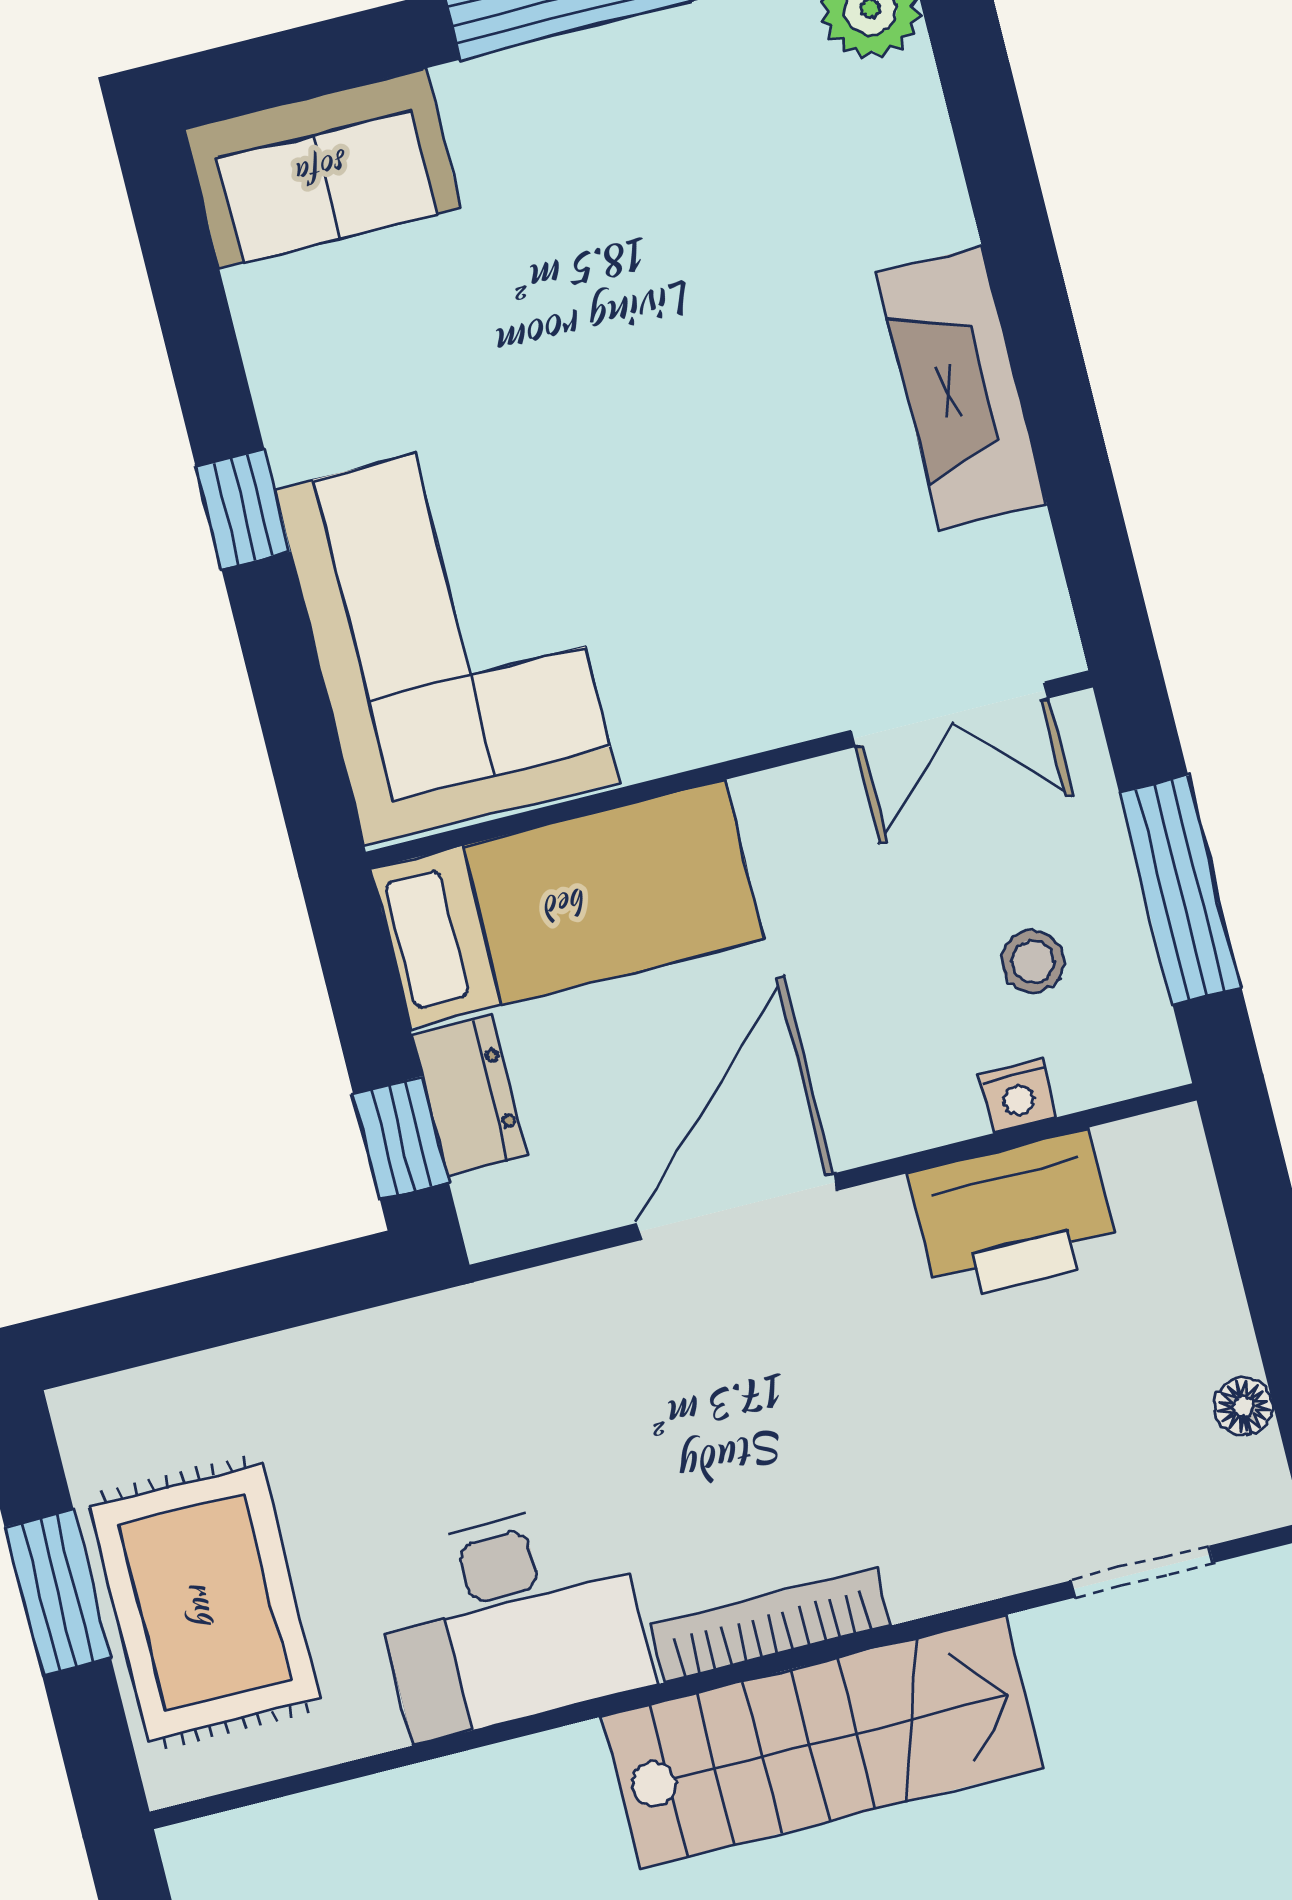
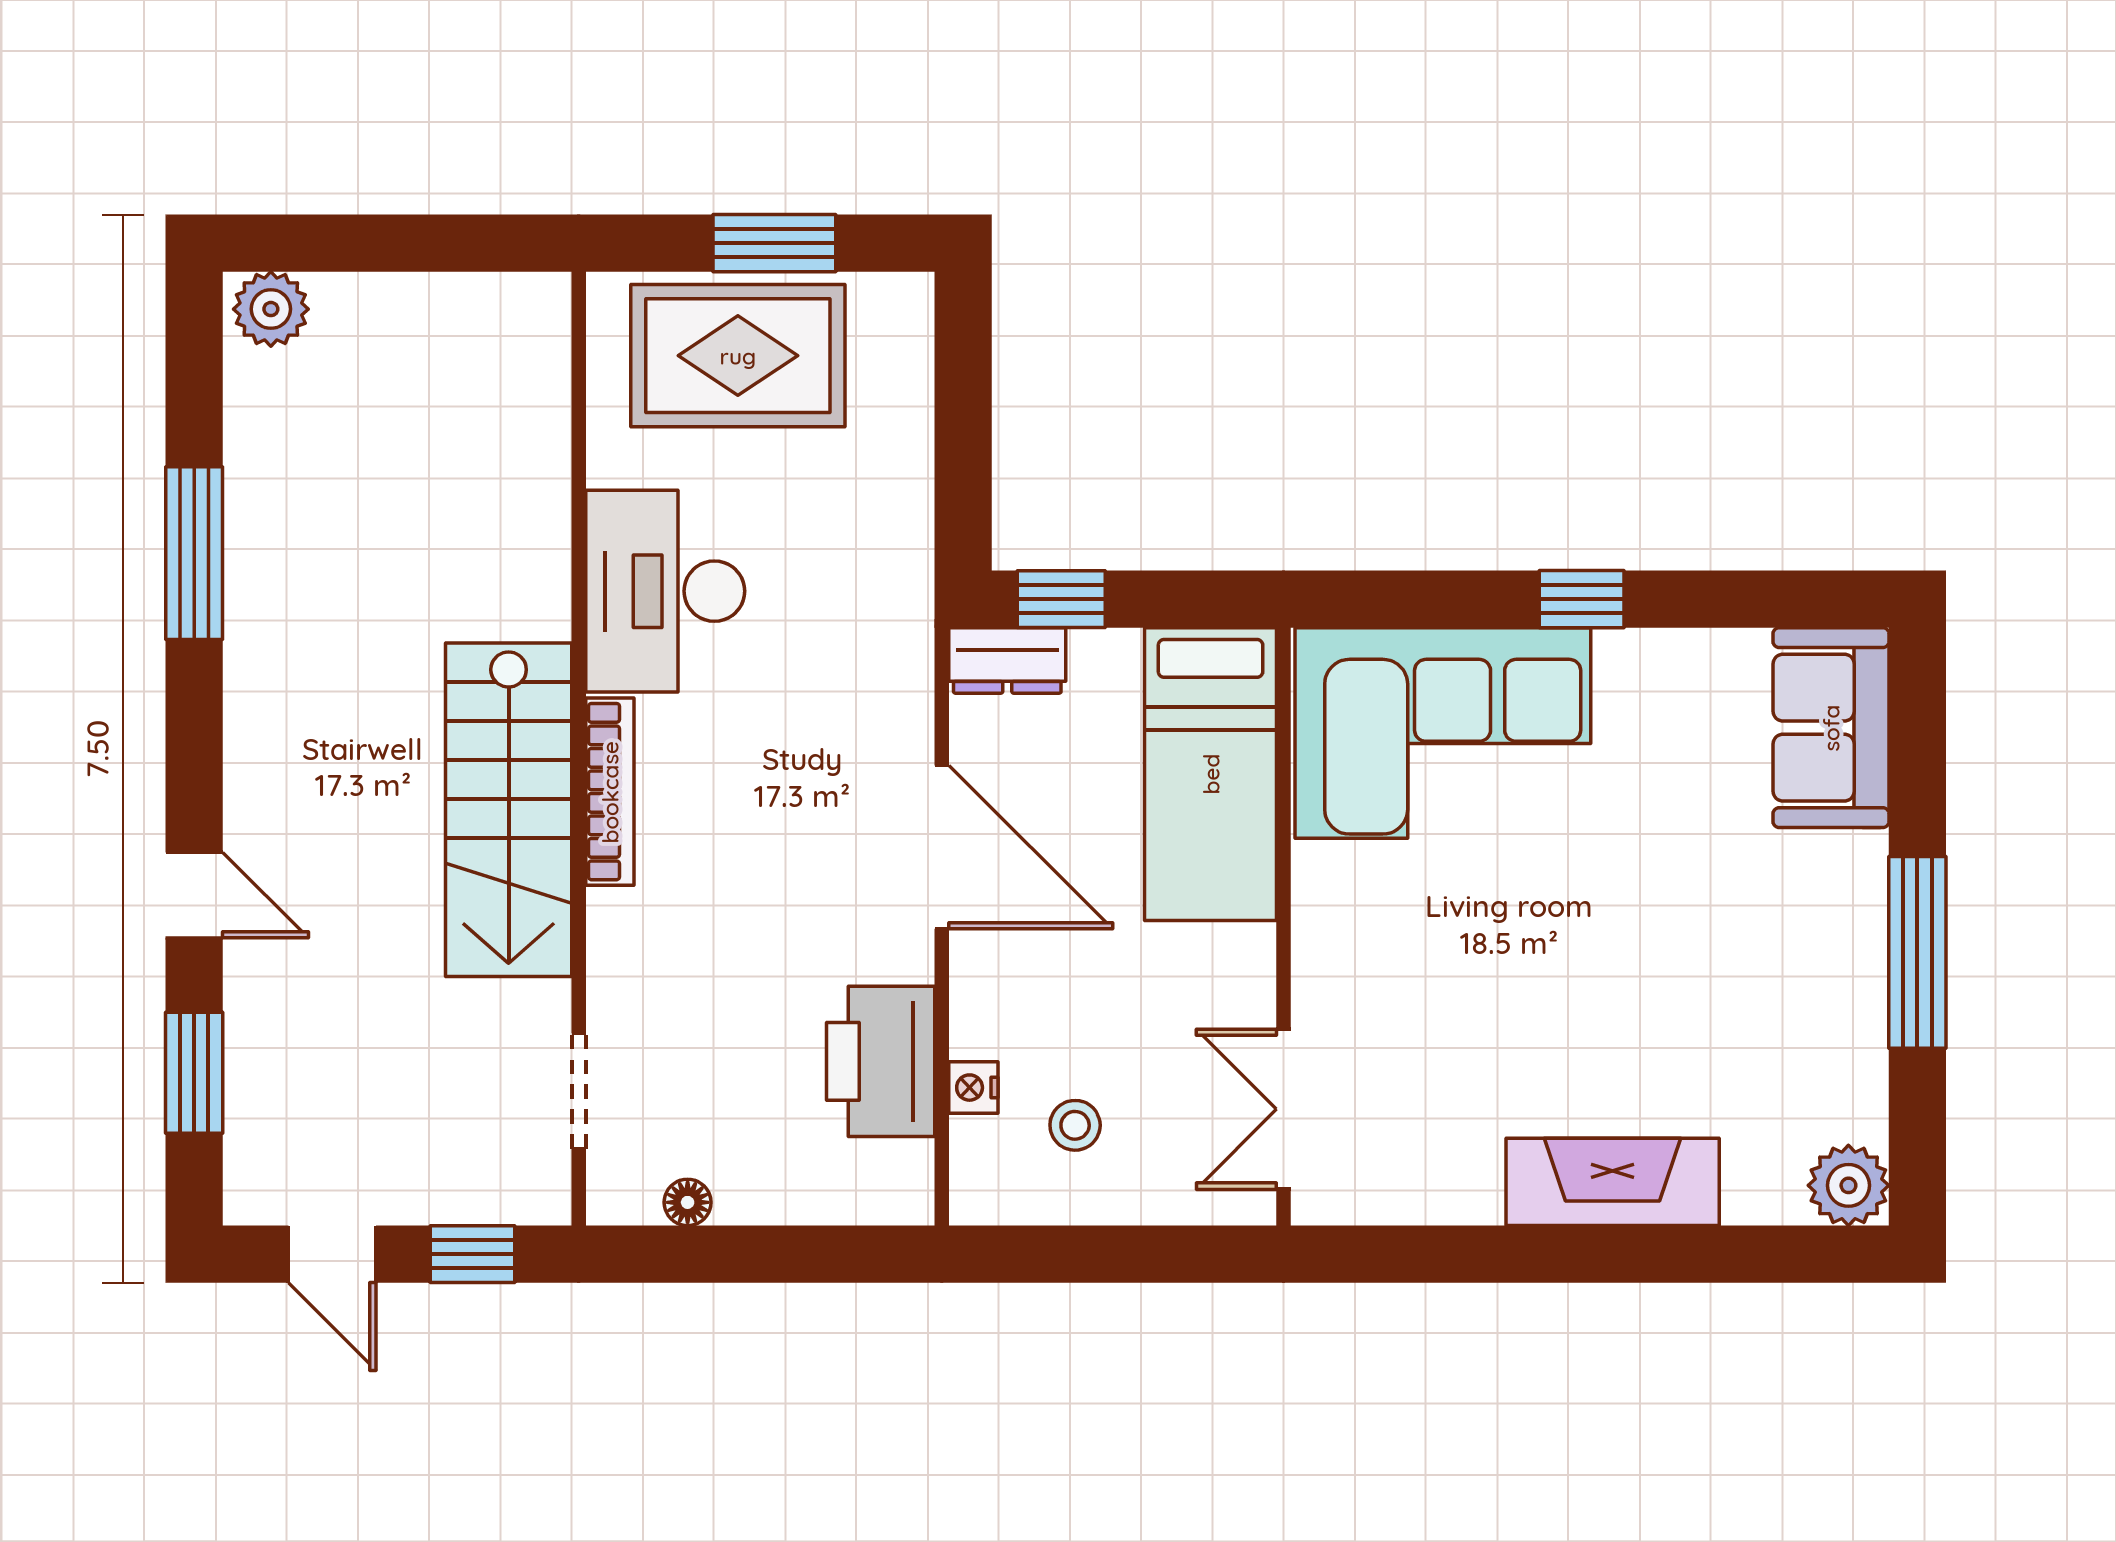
fireplace: (961, 388) -> (1613, 1182), moved
window: (1180, 890) -> (1102, 1254), removed
dresser: (469, 1096) -> (1007, 660), moved

